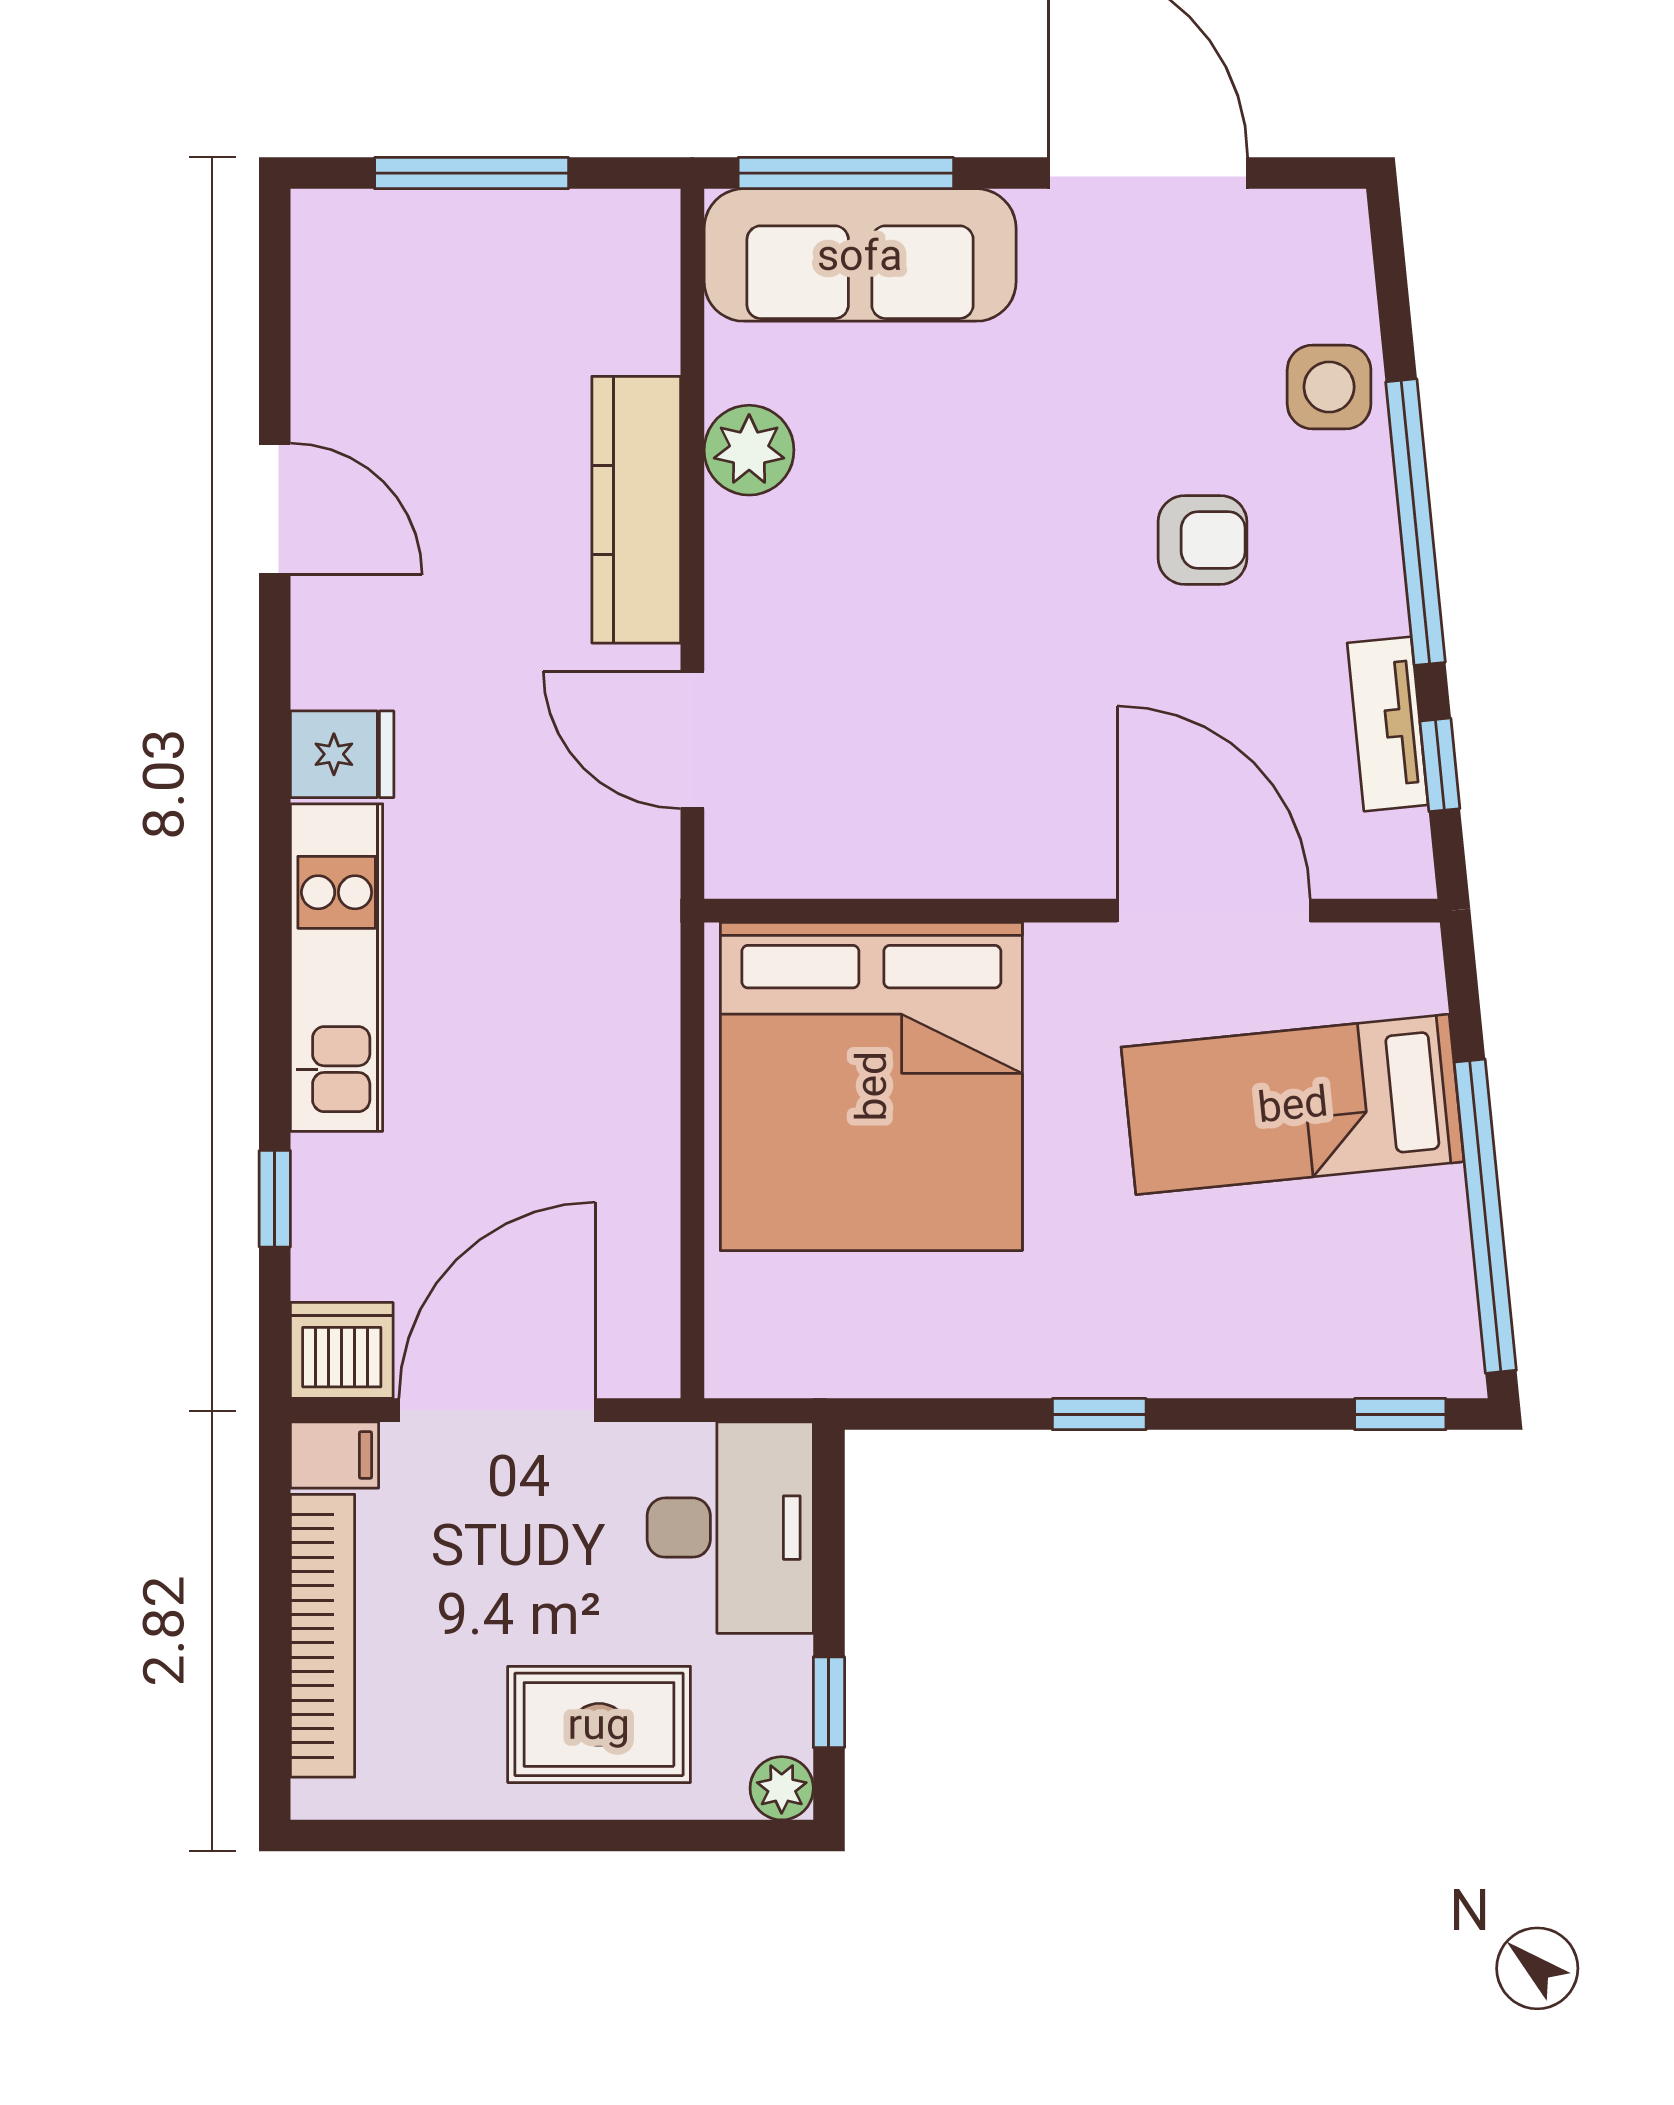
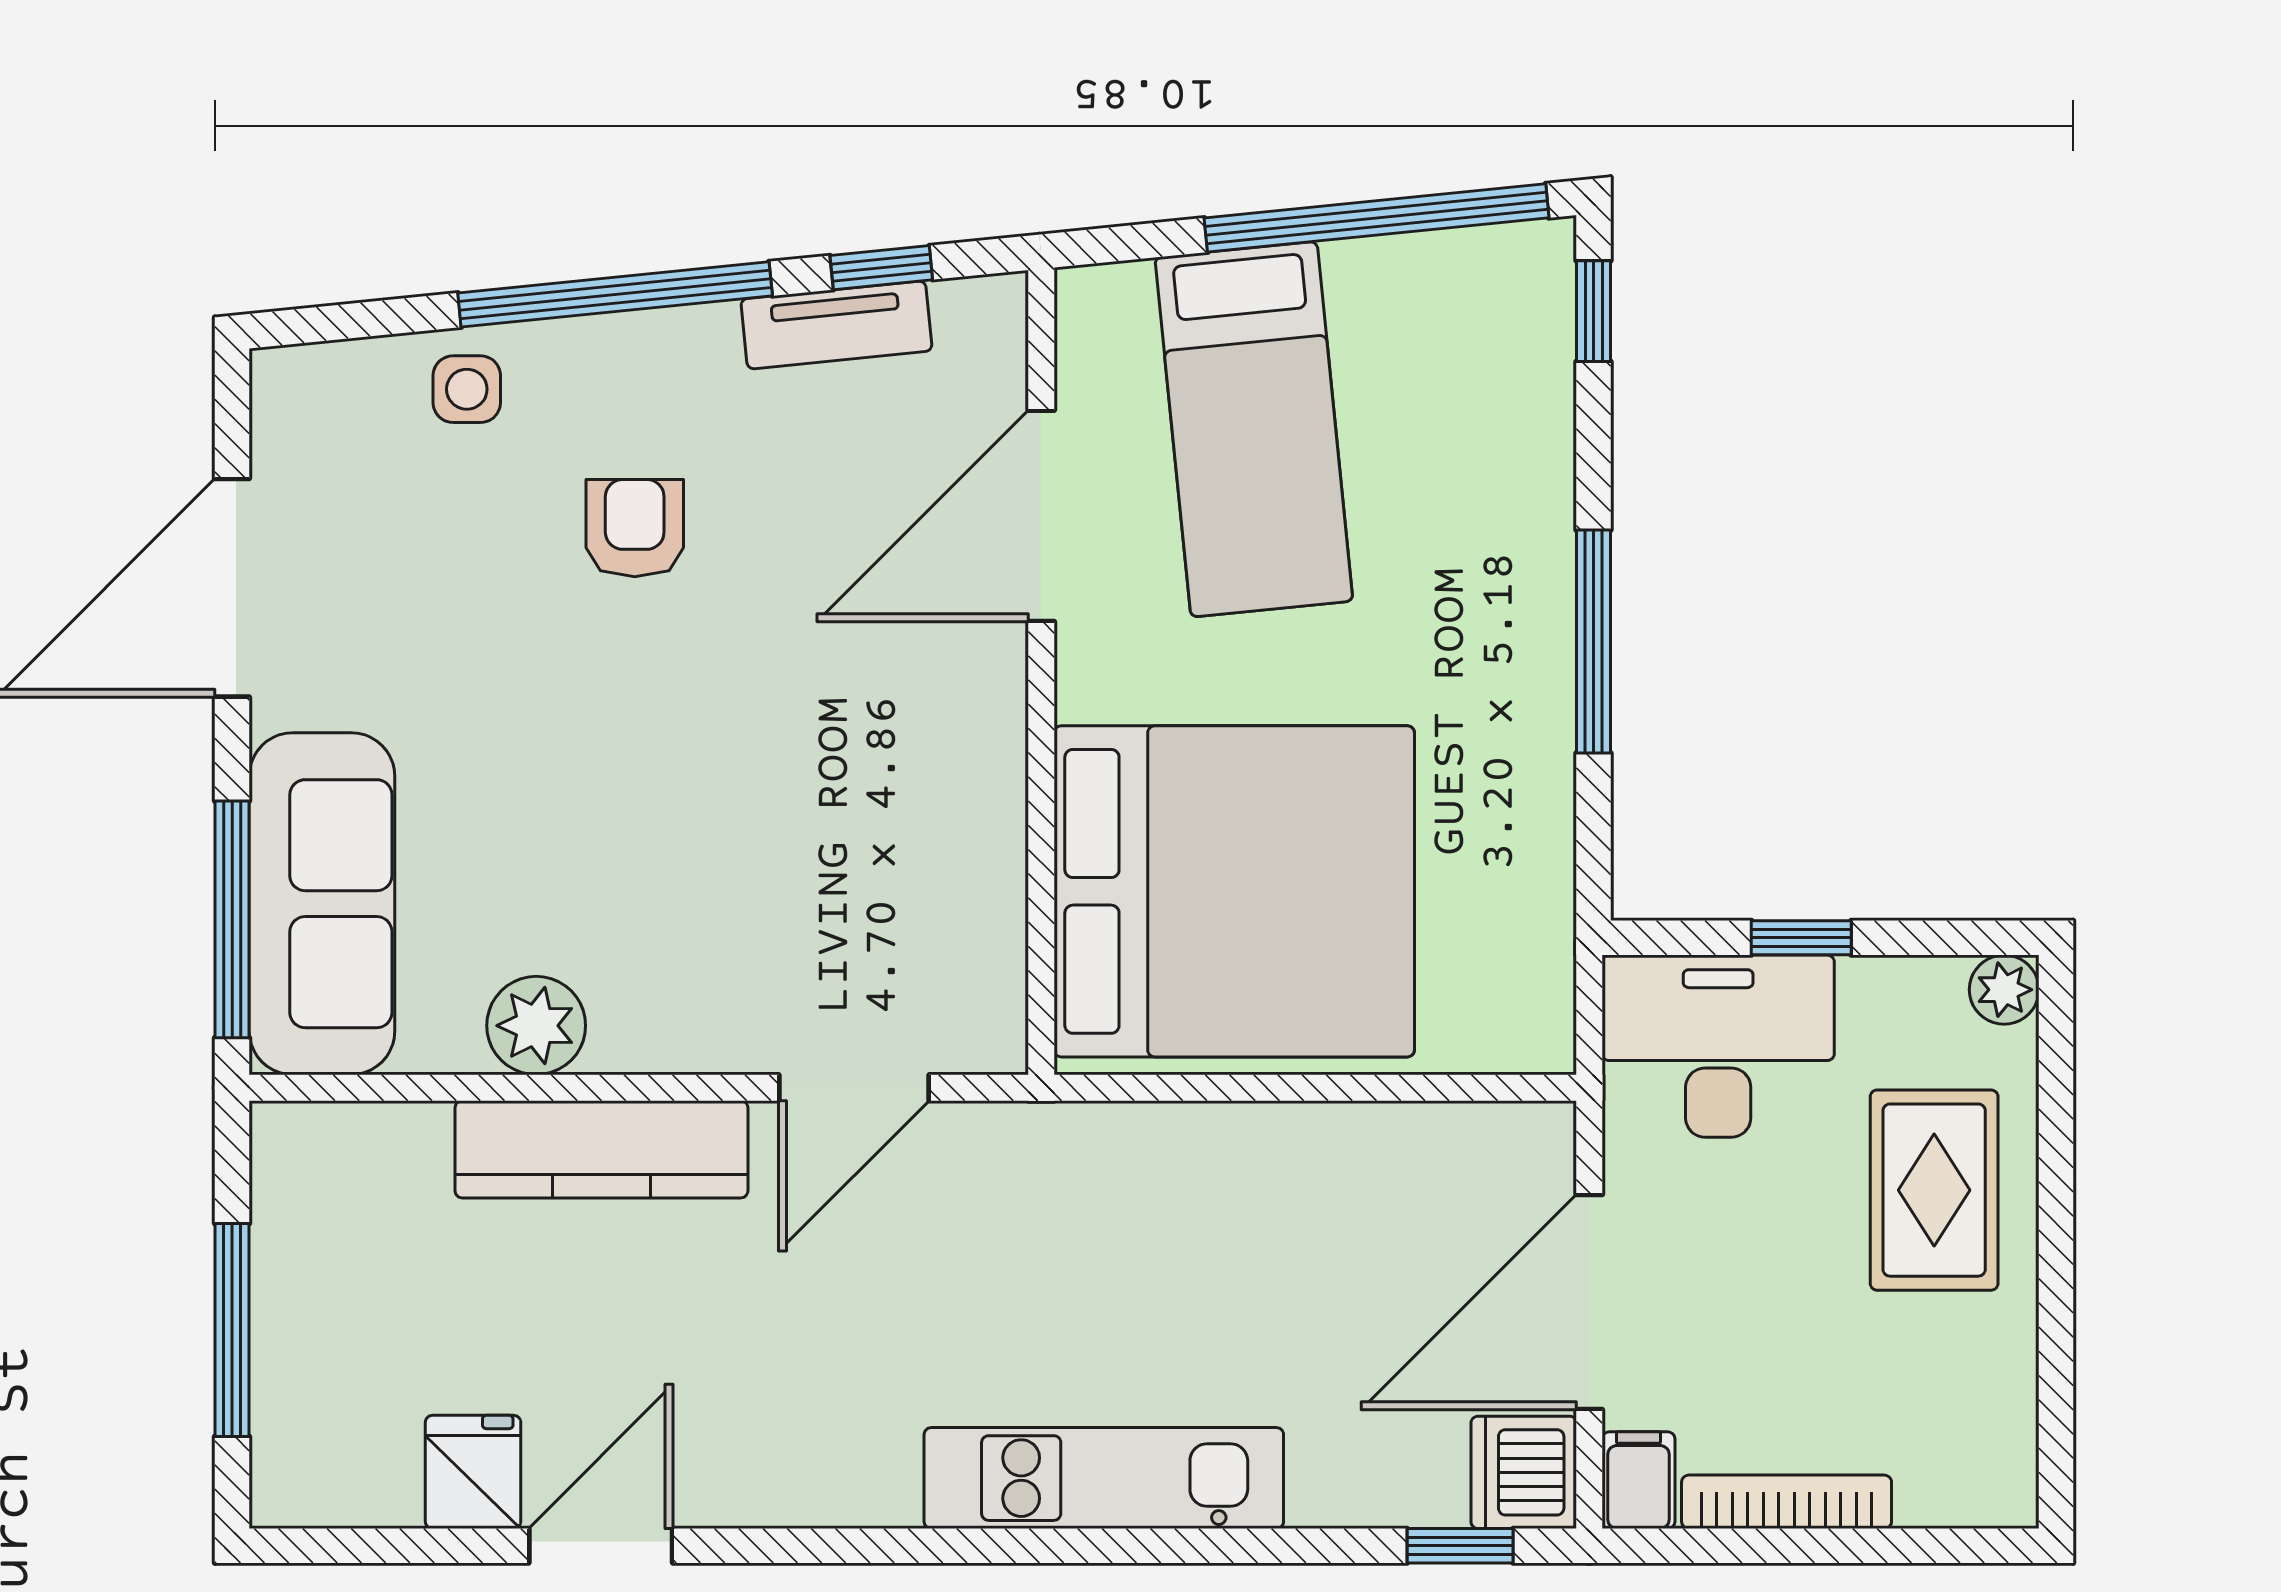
side table: (1329, 387) -> (467, 389), width x0.73, depth x0.73
fridge: (342, 754) -> (473, 1472), moved
window: (275, 1199) -> (1460, 1546), moved
door: (497, 1410) -> (1589, 1302), hinge flipped
window: (1099, 1414) -> (1594, 641), width x2.17
bookcase: (323, 1636) -> (1787, 1502), width x0.68, depth x0.76
window: (829, 1702) -> (1801, 938), moved

